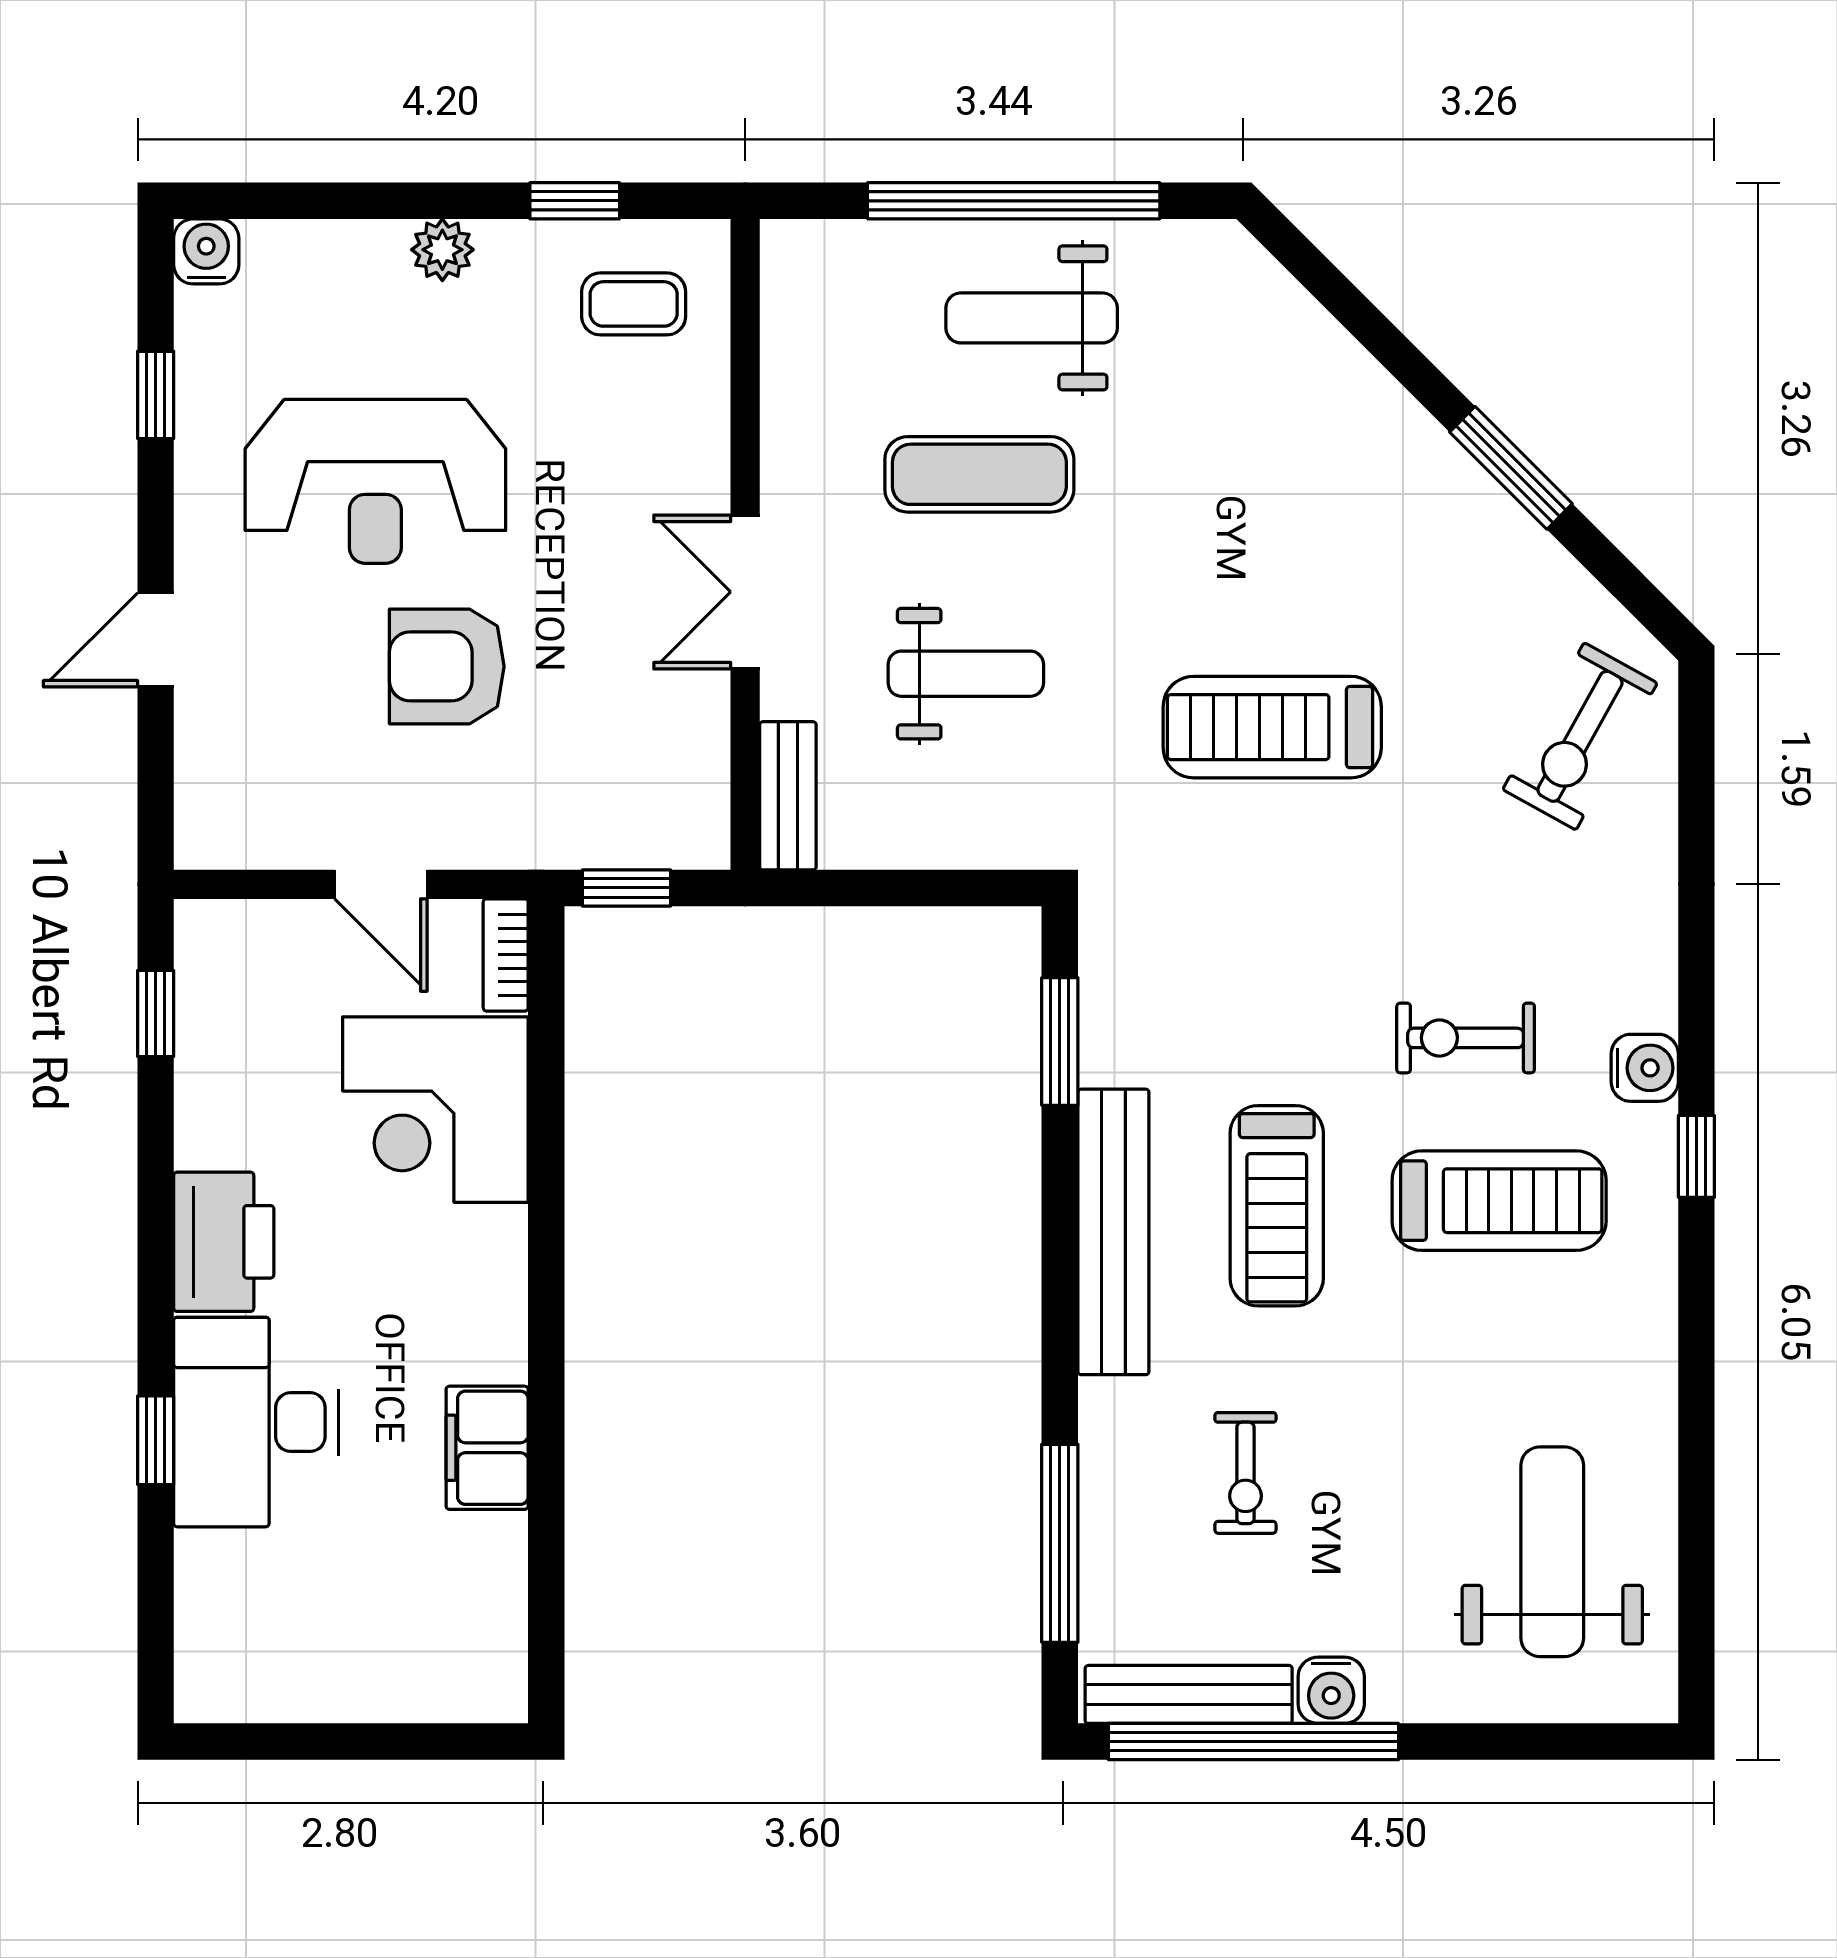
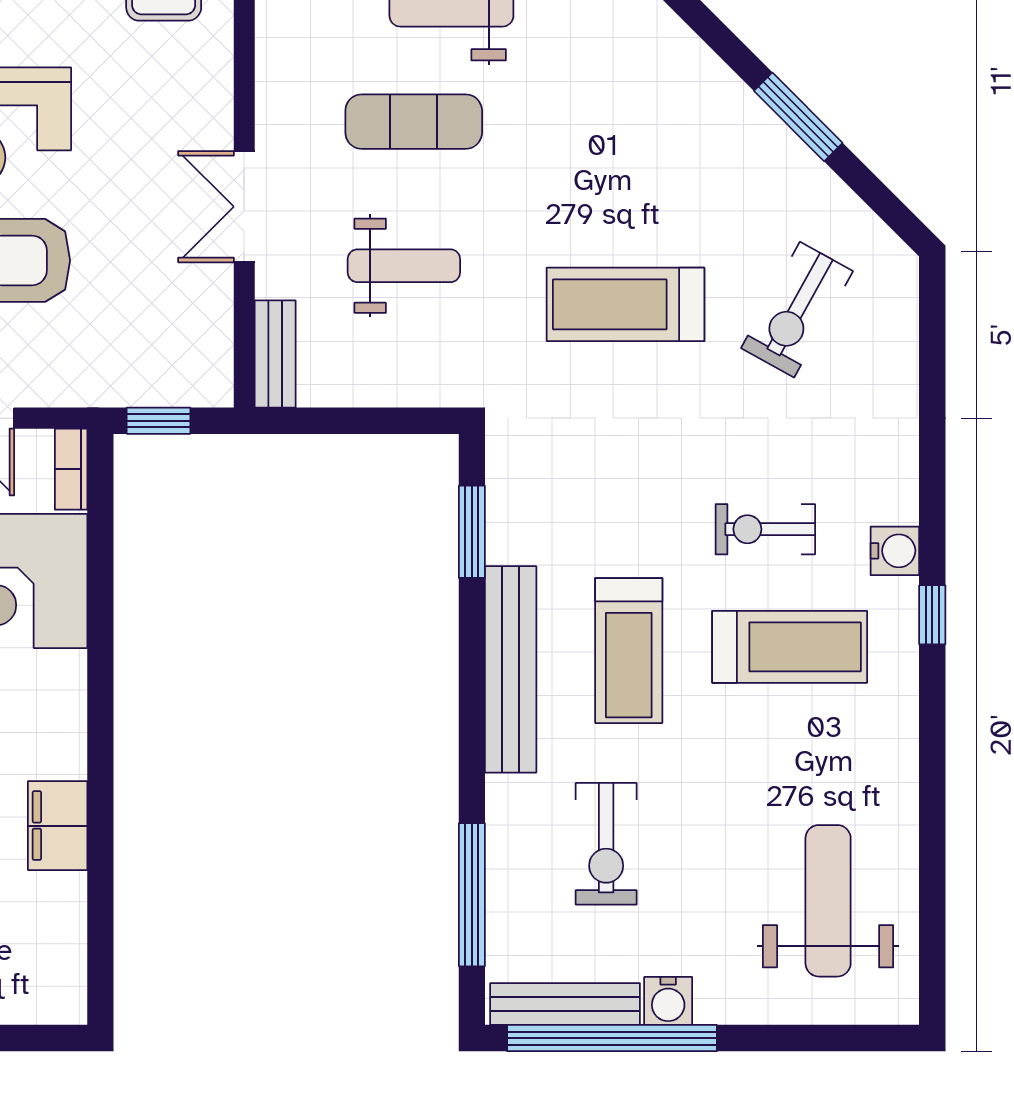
exercise bike: (1580, 736) -> (797, 310), moved
exercise bike: (1245, 1473) -> (606, 844), width x1.38, depth x1.39

